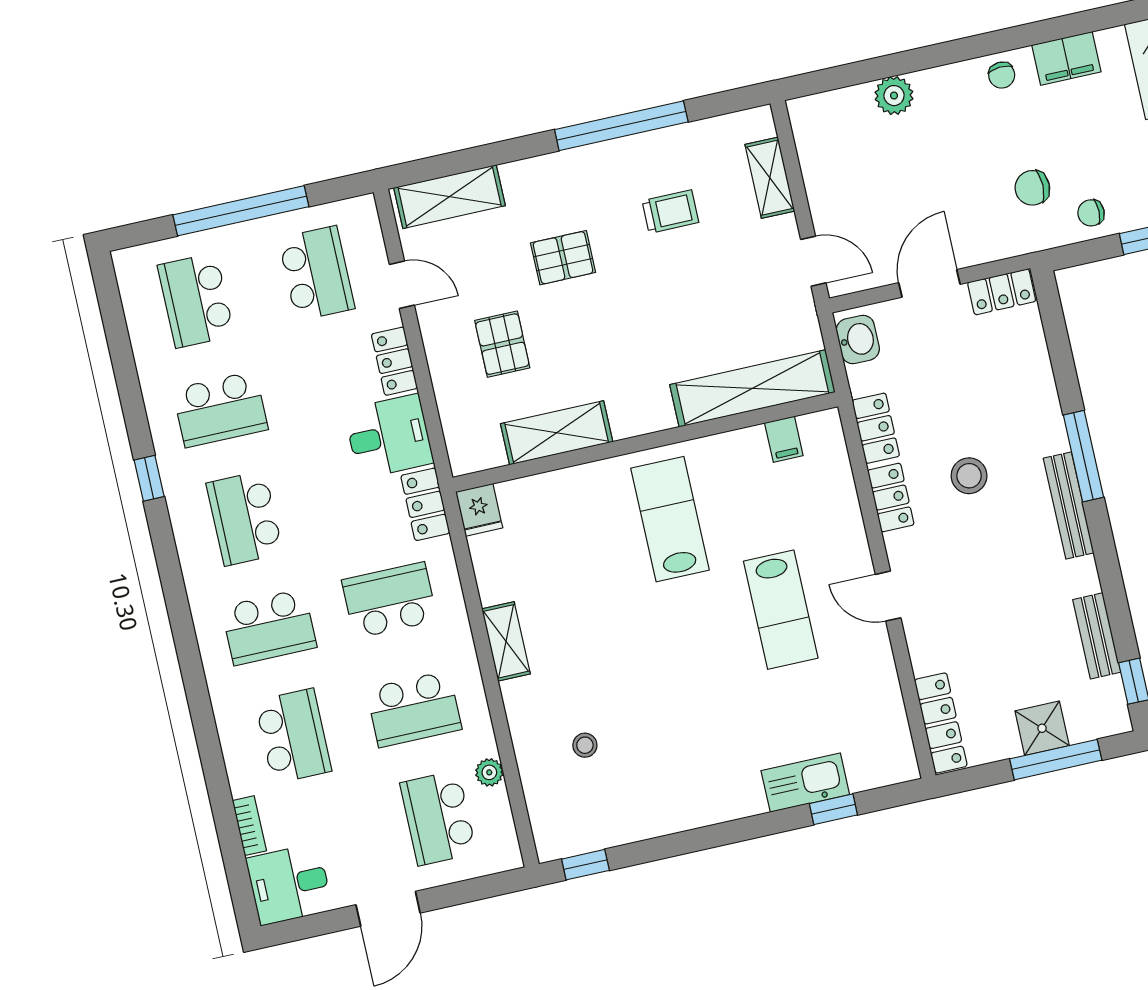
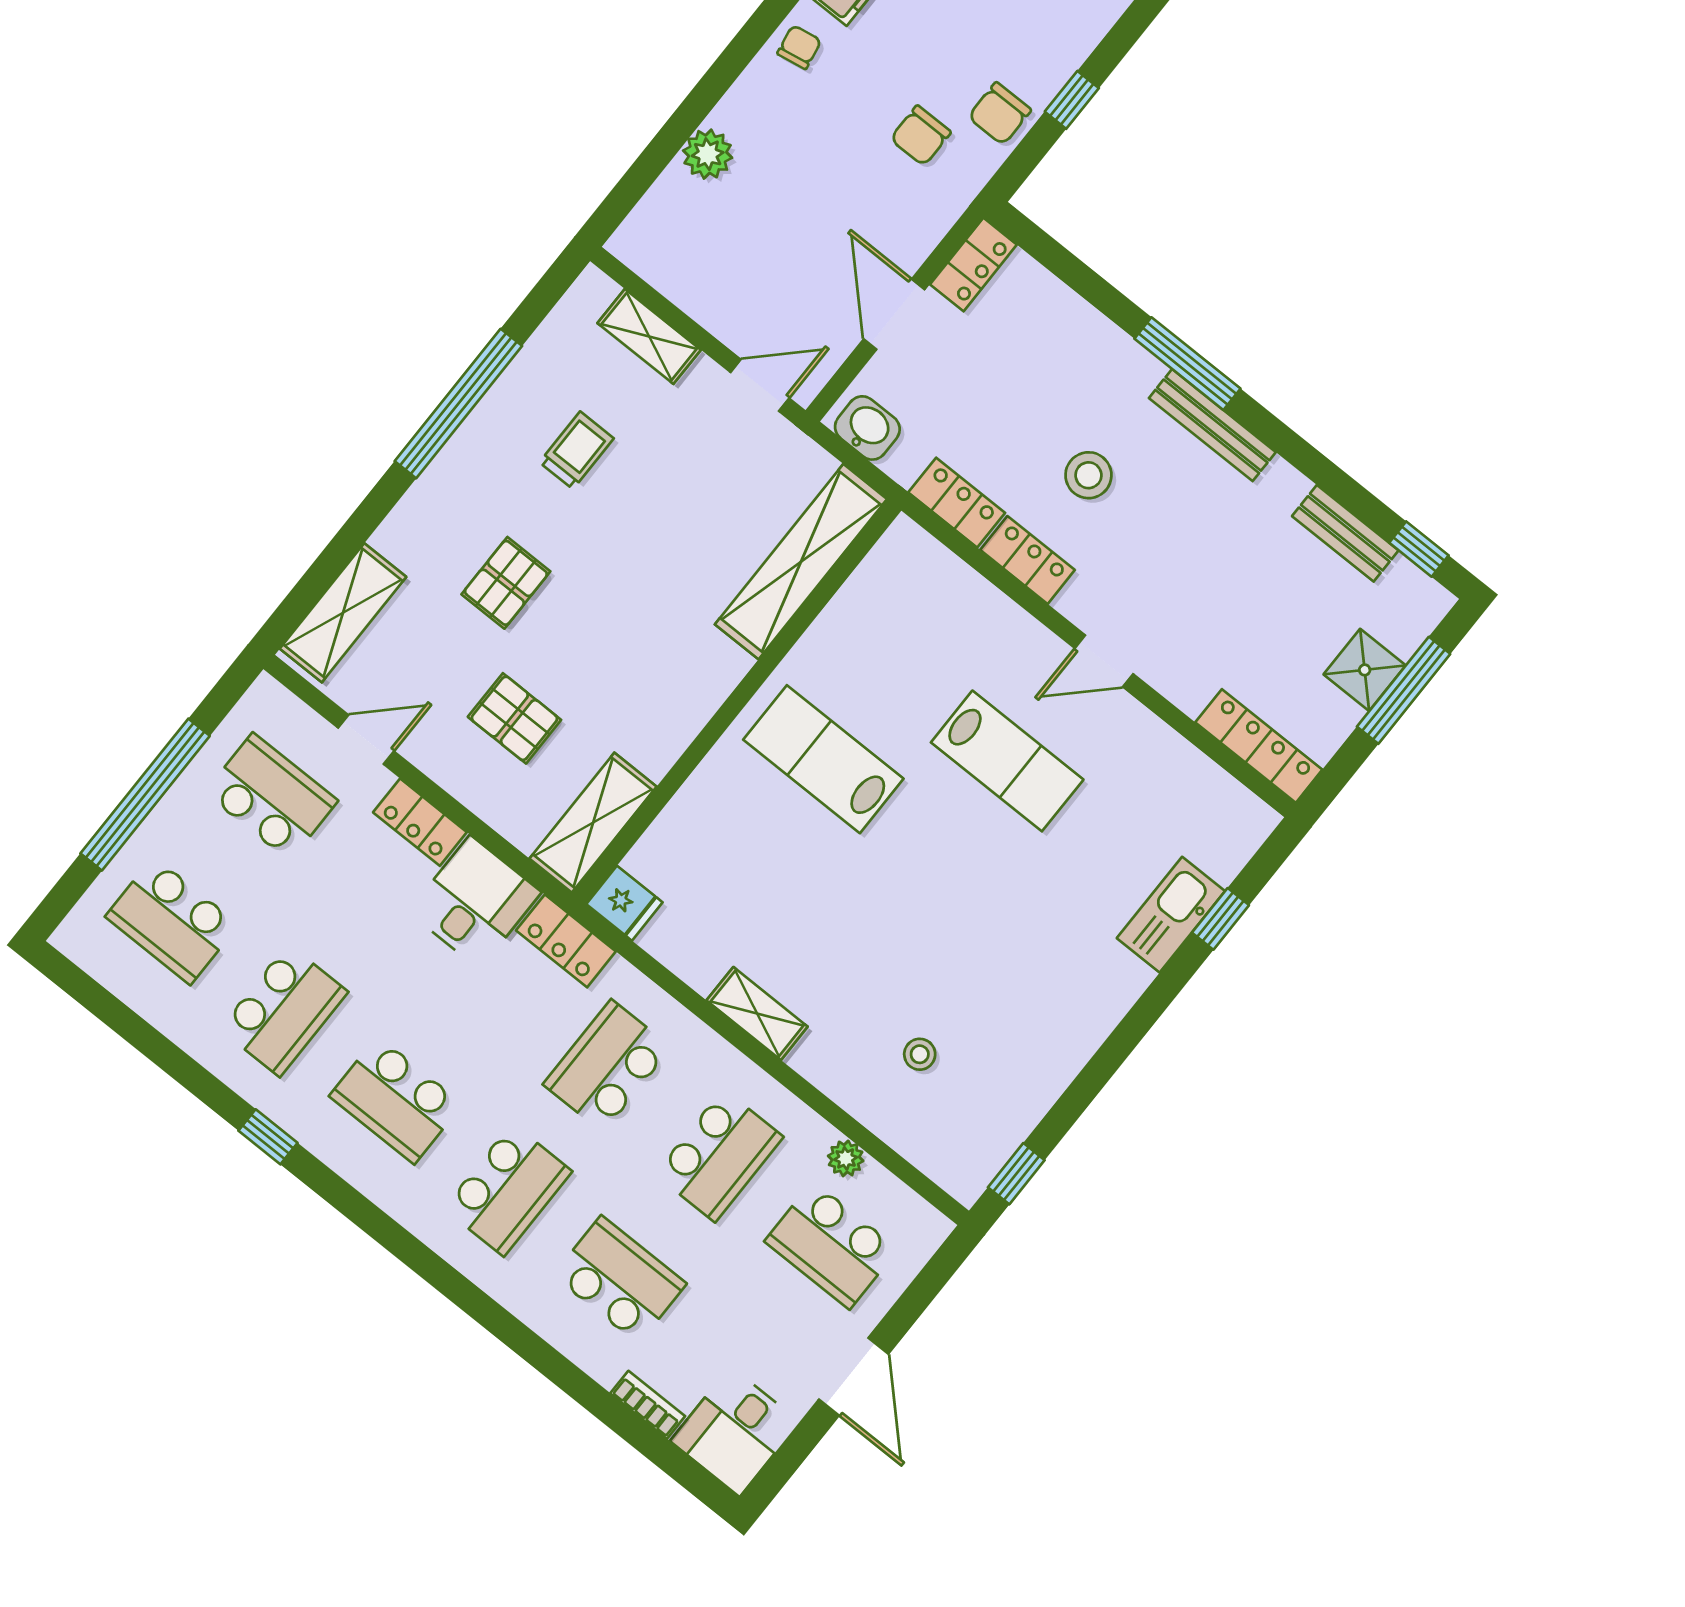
chair: (1002, 75) -> (799, 47), turned -97
chair: (1091, 213) -> (1000, 114), width x1.37, depth x1.37
shelving: (557, 433) -> (593, 823), moved
filing cabinet: (784, 439) -> (873, 587), removed

